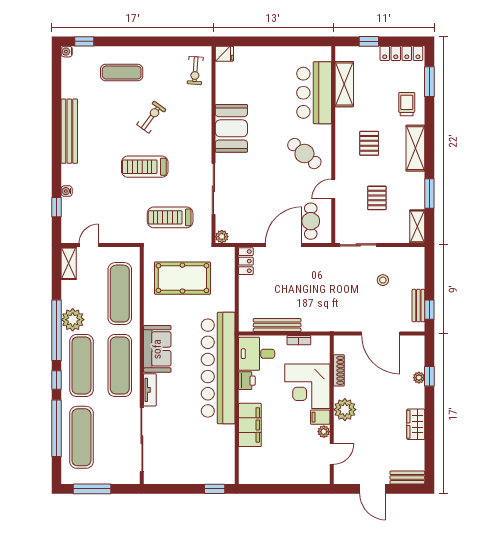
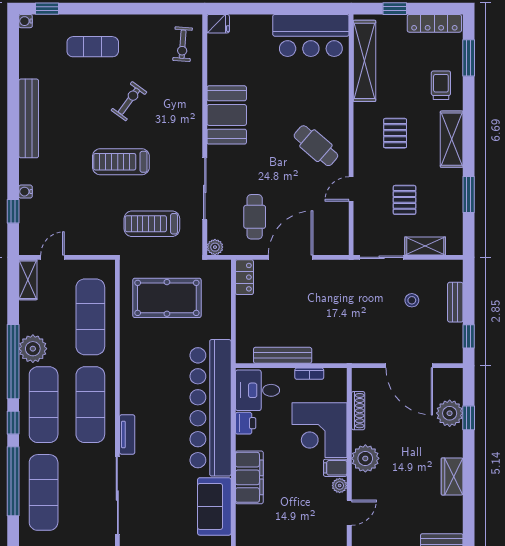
shelving: (344, 84) -> (365, 61), width x1.47
bar counter: (314, 93) -> (311, 35), moved, turned -90
cafe table: (311, 221) -> (255, 217), moved
shelving: (417, 226) -> (425, 246), moved, turned 90
bench: (418, 306) -> (455, 302), moved
sofa: (157, 349) -> (214, 506), moved, turned 180
plant: (419, 378) -> (450, 413), width x1.87, depth x1.87

